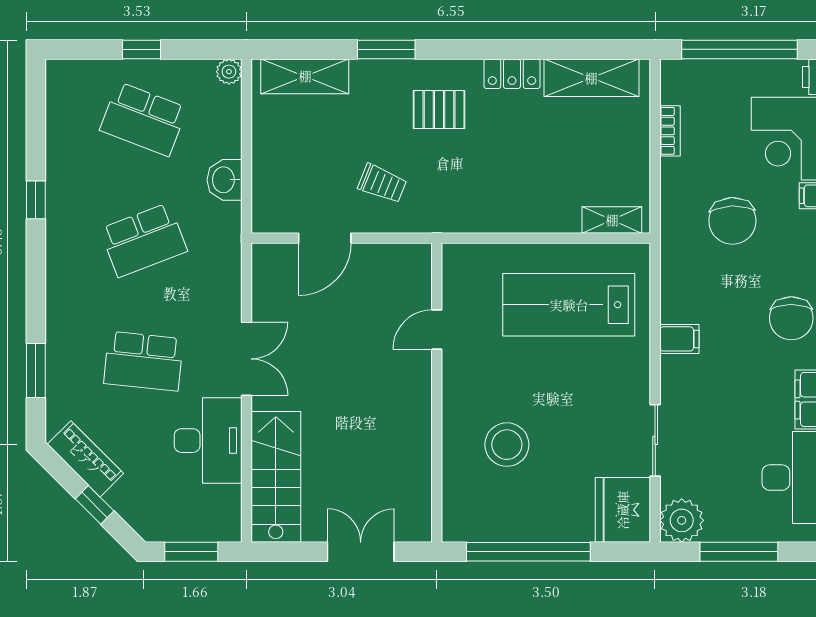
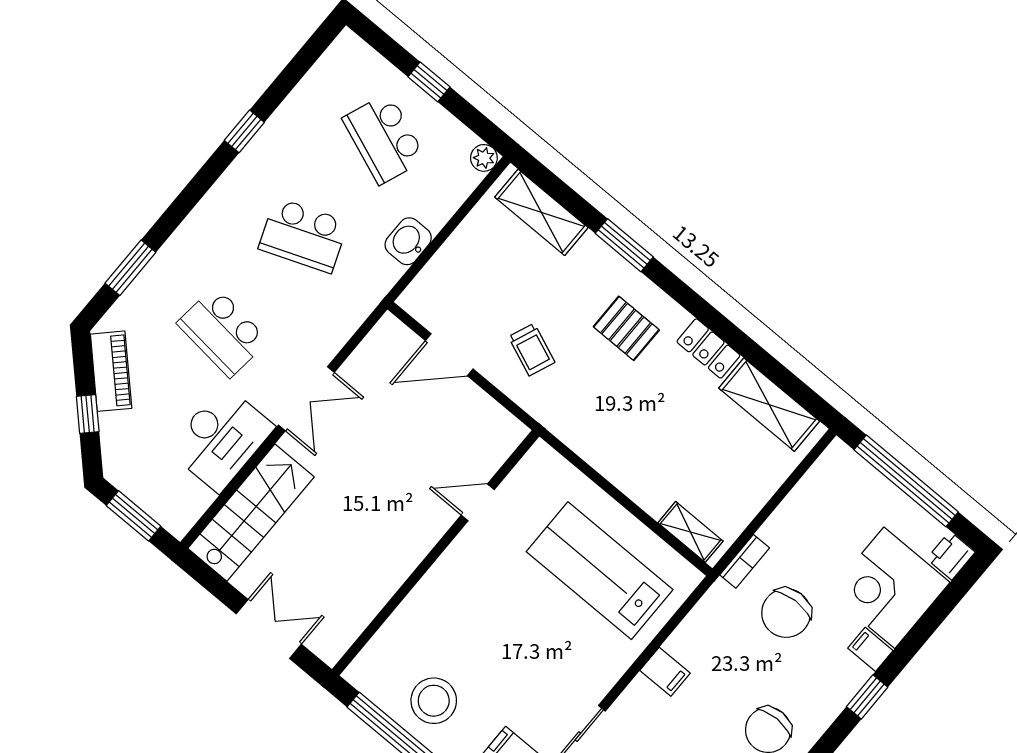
bookcase: (670, 131) -> (745, 561), moved
stool: (507, 445) -> (434, 701), moved

